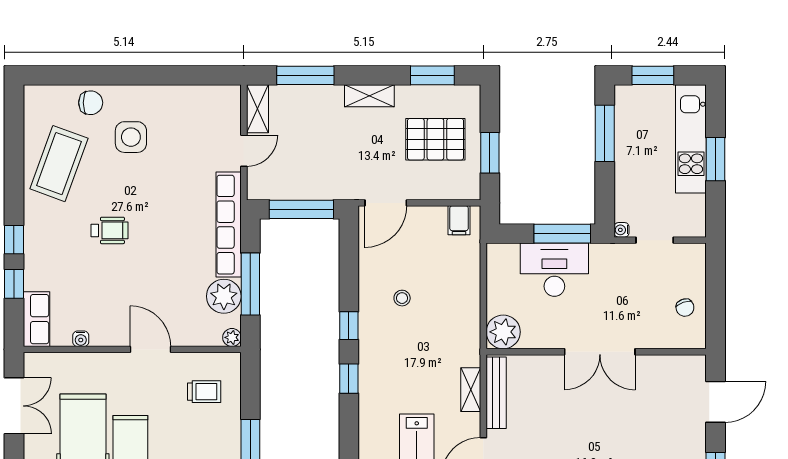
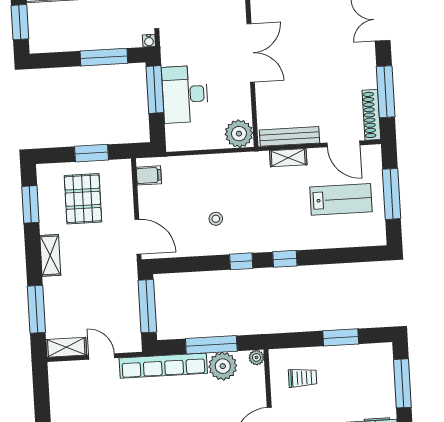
window: (605, 133) -> (104, 57), moved
trolley: (204, 392) -> (303, 378), turned 90

